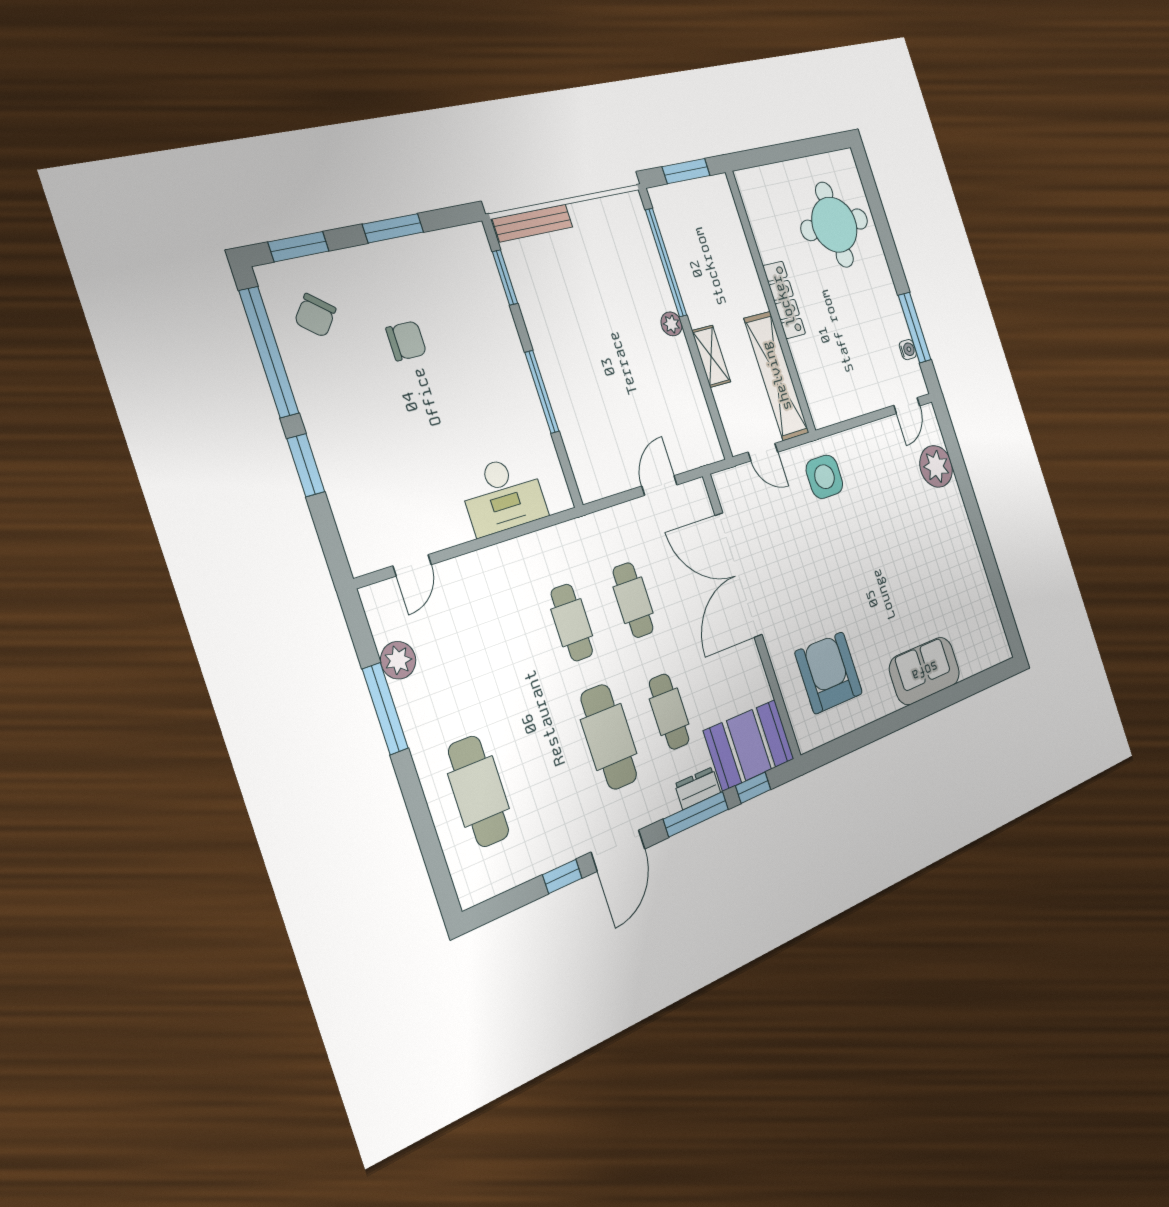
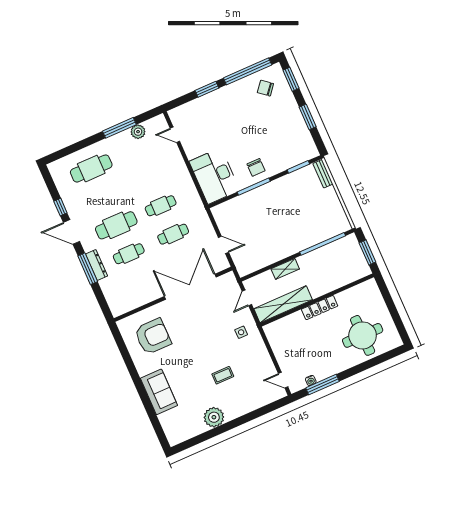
bench: (533, 223) -> (323, 174), width x0.73
plant: (671, 324) -> (296, 248), removed
chair: (406, 341) -> (256, 167), moved
plant: (936, 466) -> (214, 417), moved
side table: (824, 477) -> (241, 332), width x0.54, depth x0.54
desk: (503, 495) -> (214, 176), width x1.36, depth x1.30
coffee table: (898, 530) -> (223, 375), added
booth: (749, 745) -> (118, 295), removed
dresser: (698, 788) -> (97, 265), width x1.44
window: (753, 788) -> (100, 297), removed

